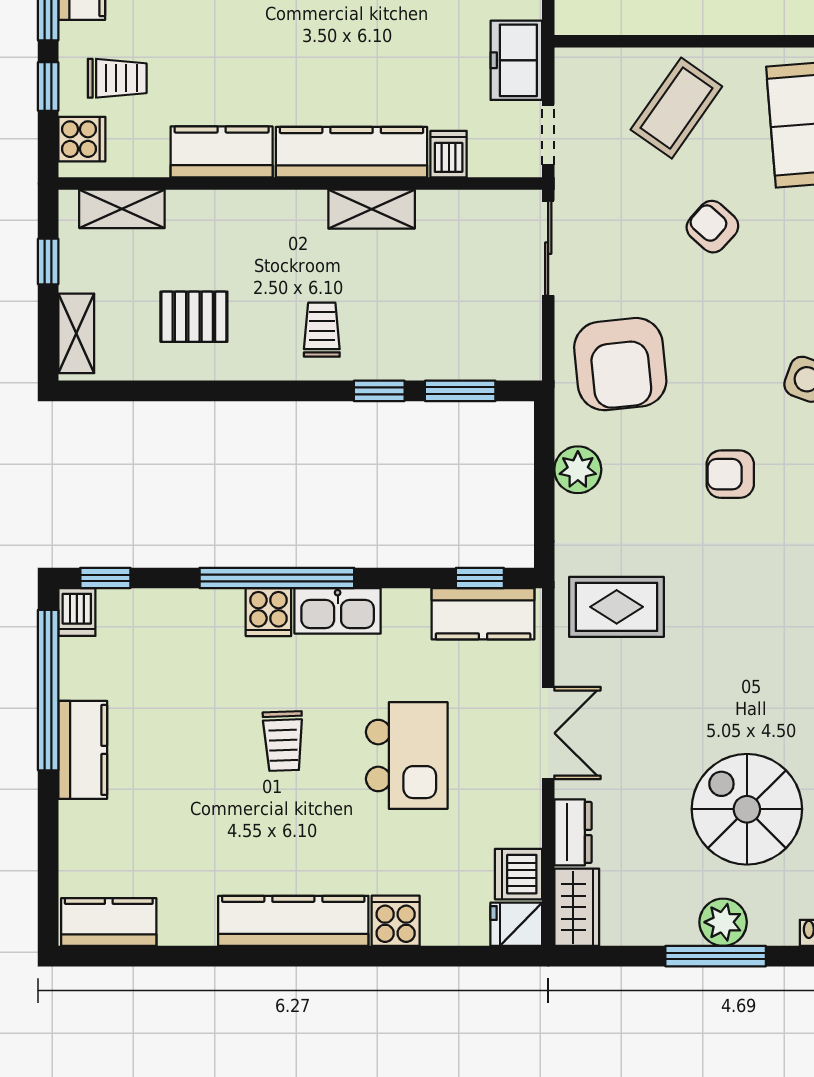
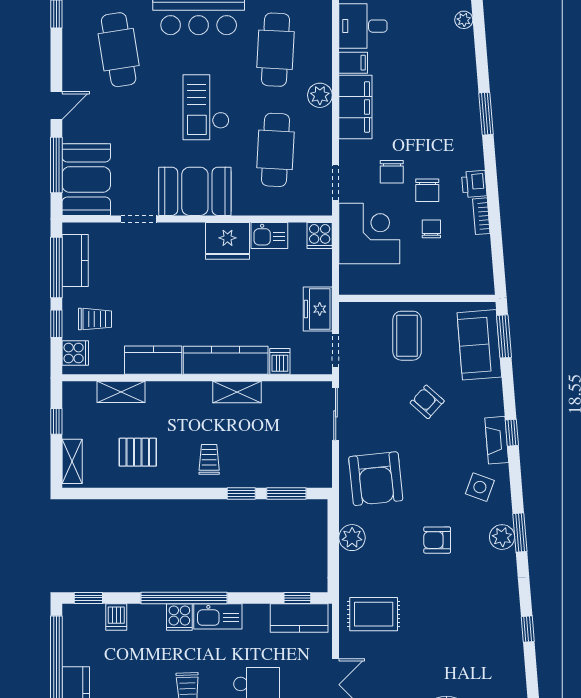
coffee table: (676, 108) -> (407, 336), turned -35
shelving: (122, 209) -> (121, 392), moved
dishwasher: (77, 612) -> (116, 617), moved

